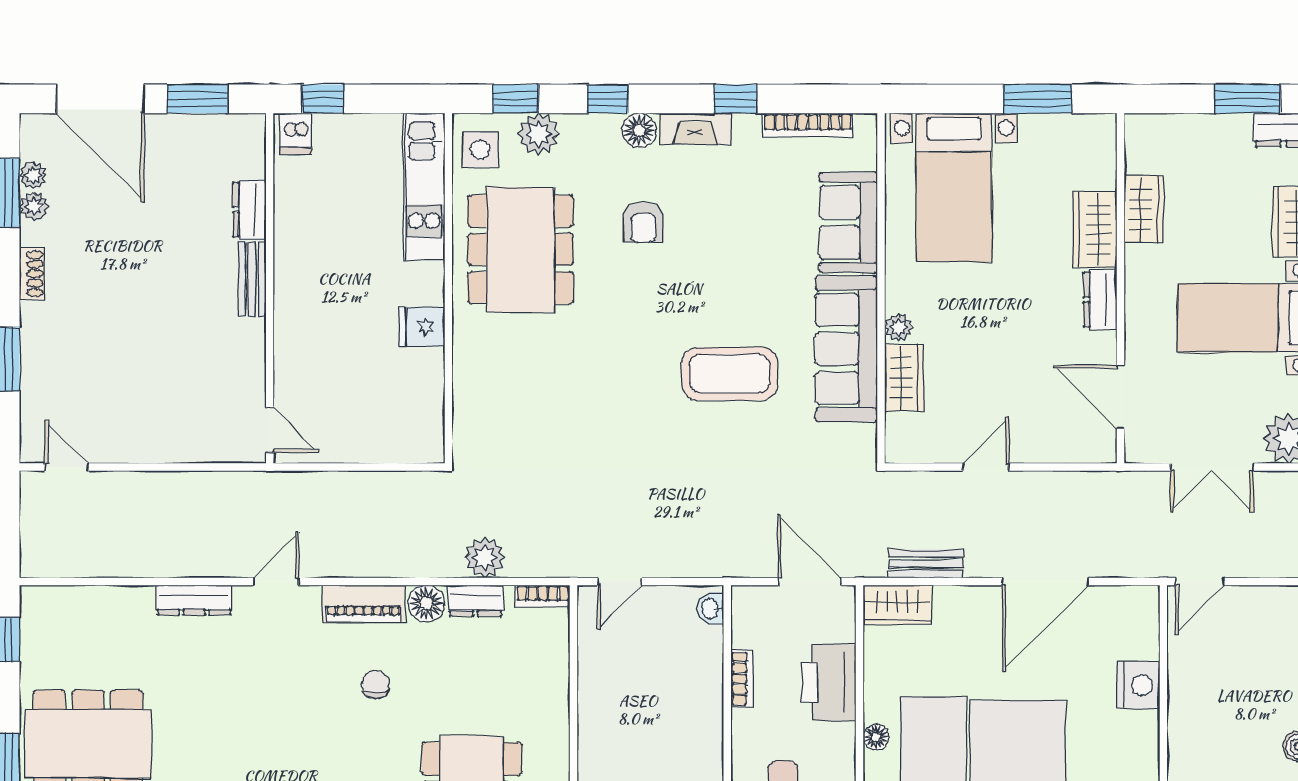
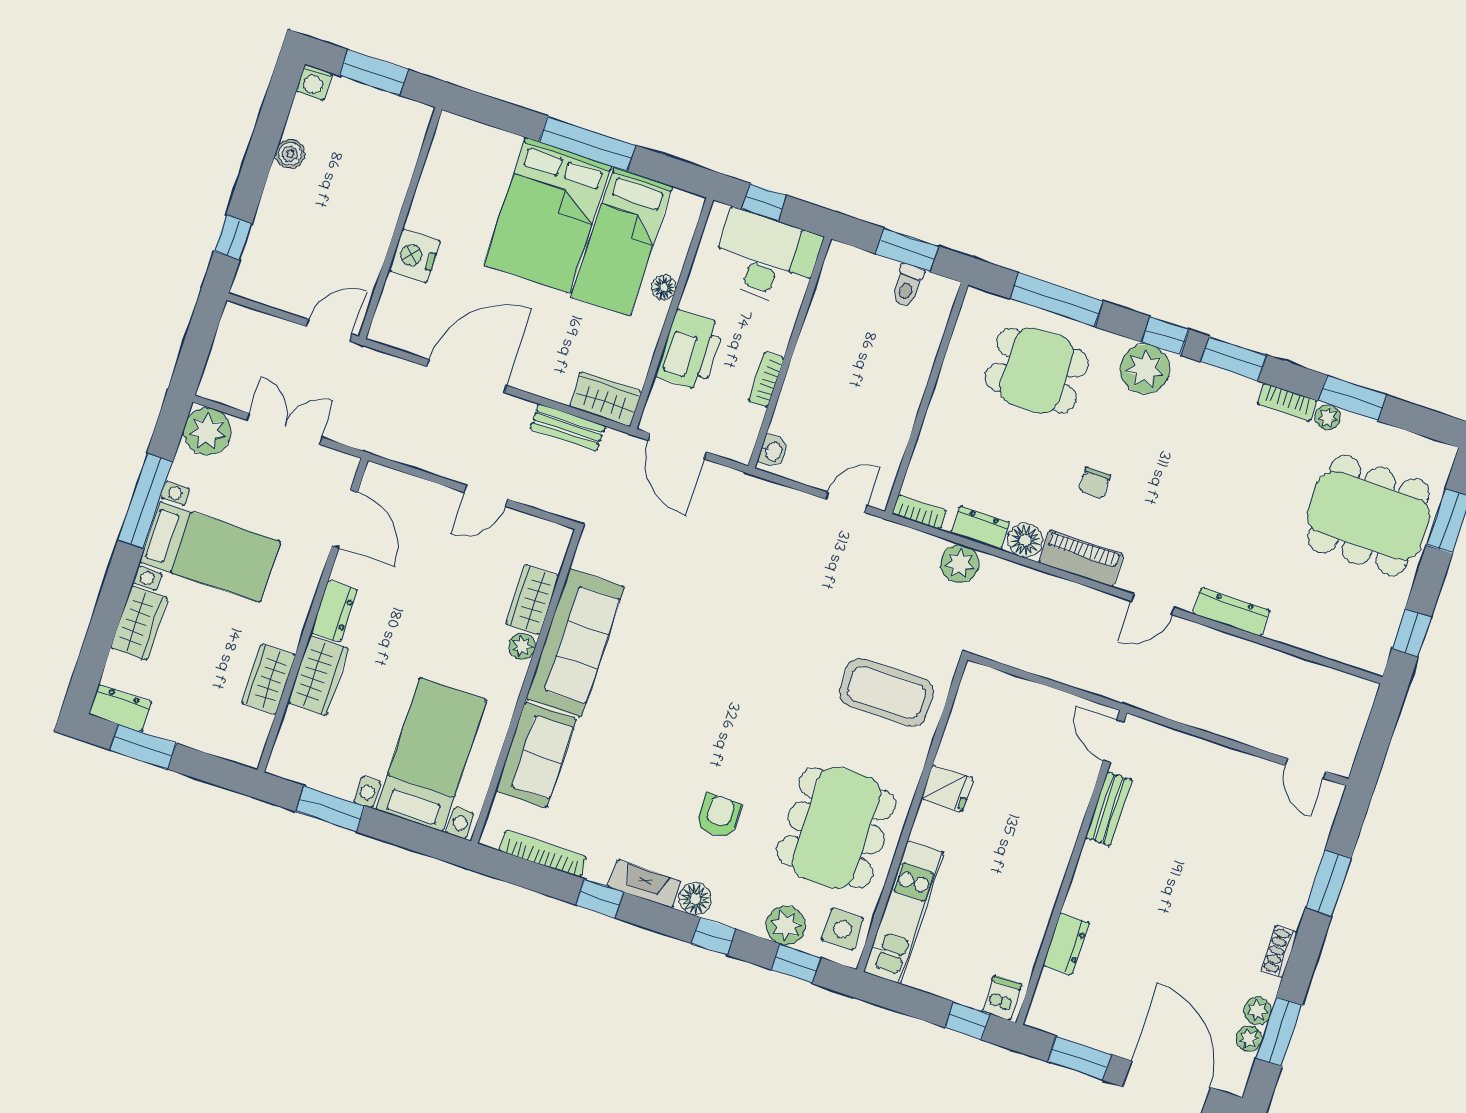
bench: (252, 279) -> (1109, 809), moved
coffee table: (730, 374) -> (886, 692), moved

